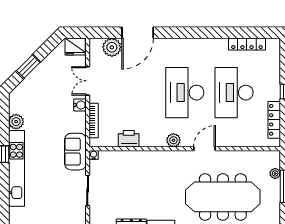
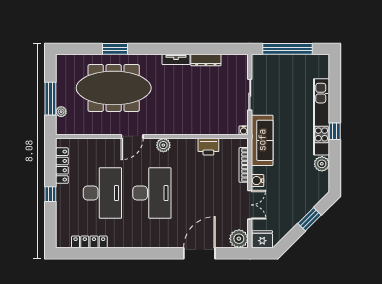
plant: (112, 47) -> (239, 239), moved
sofa: (75, 152) -> (262, 140), width x1.36

